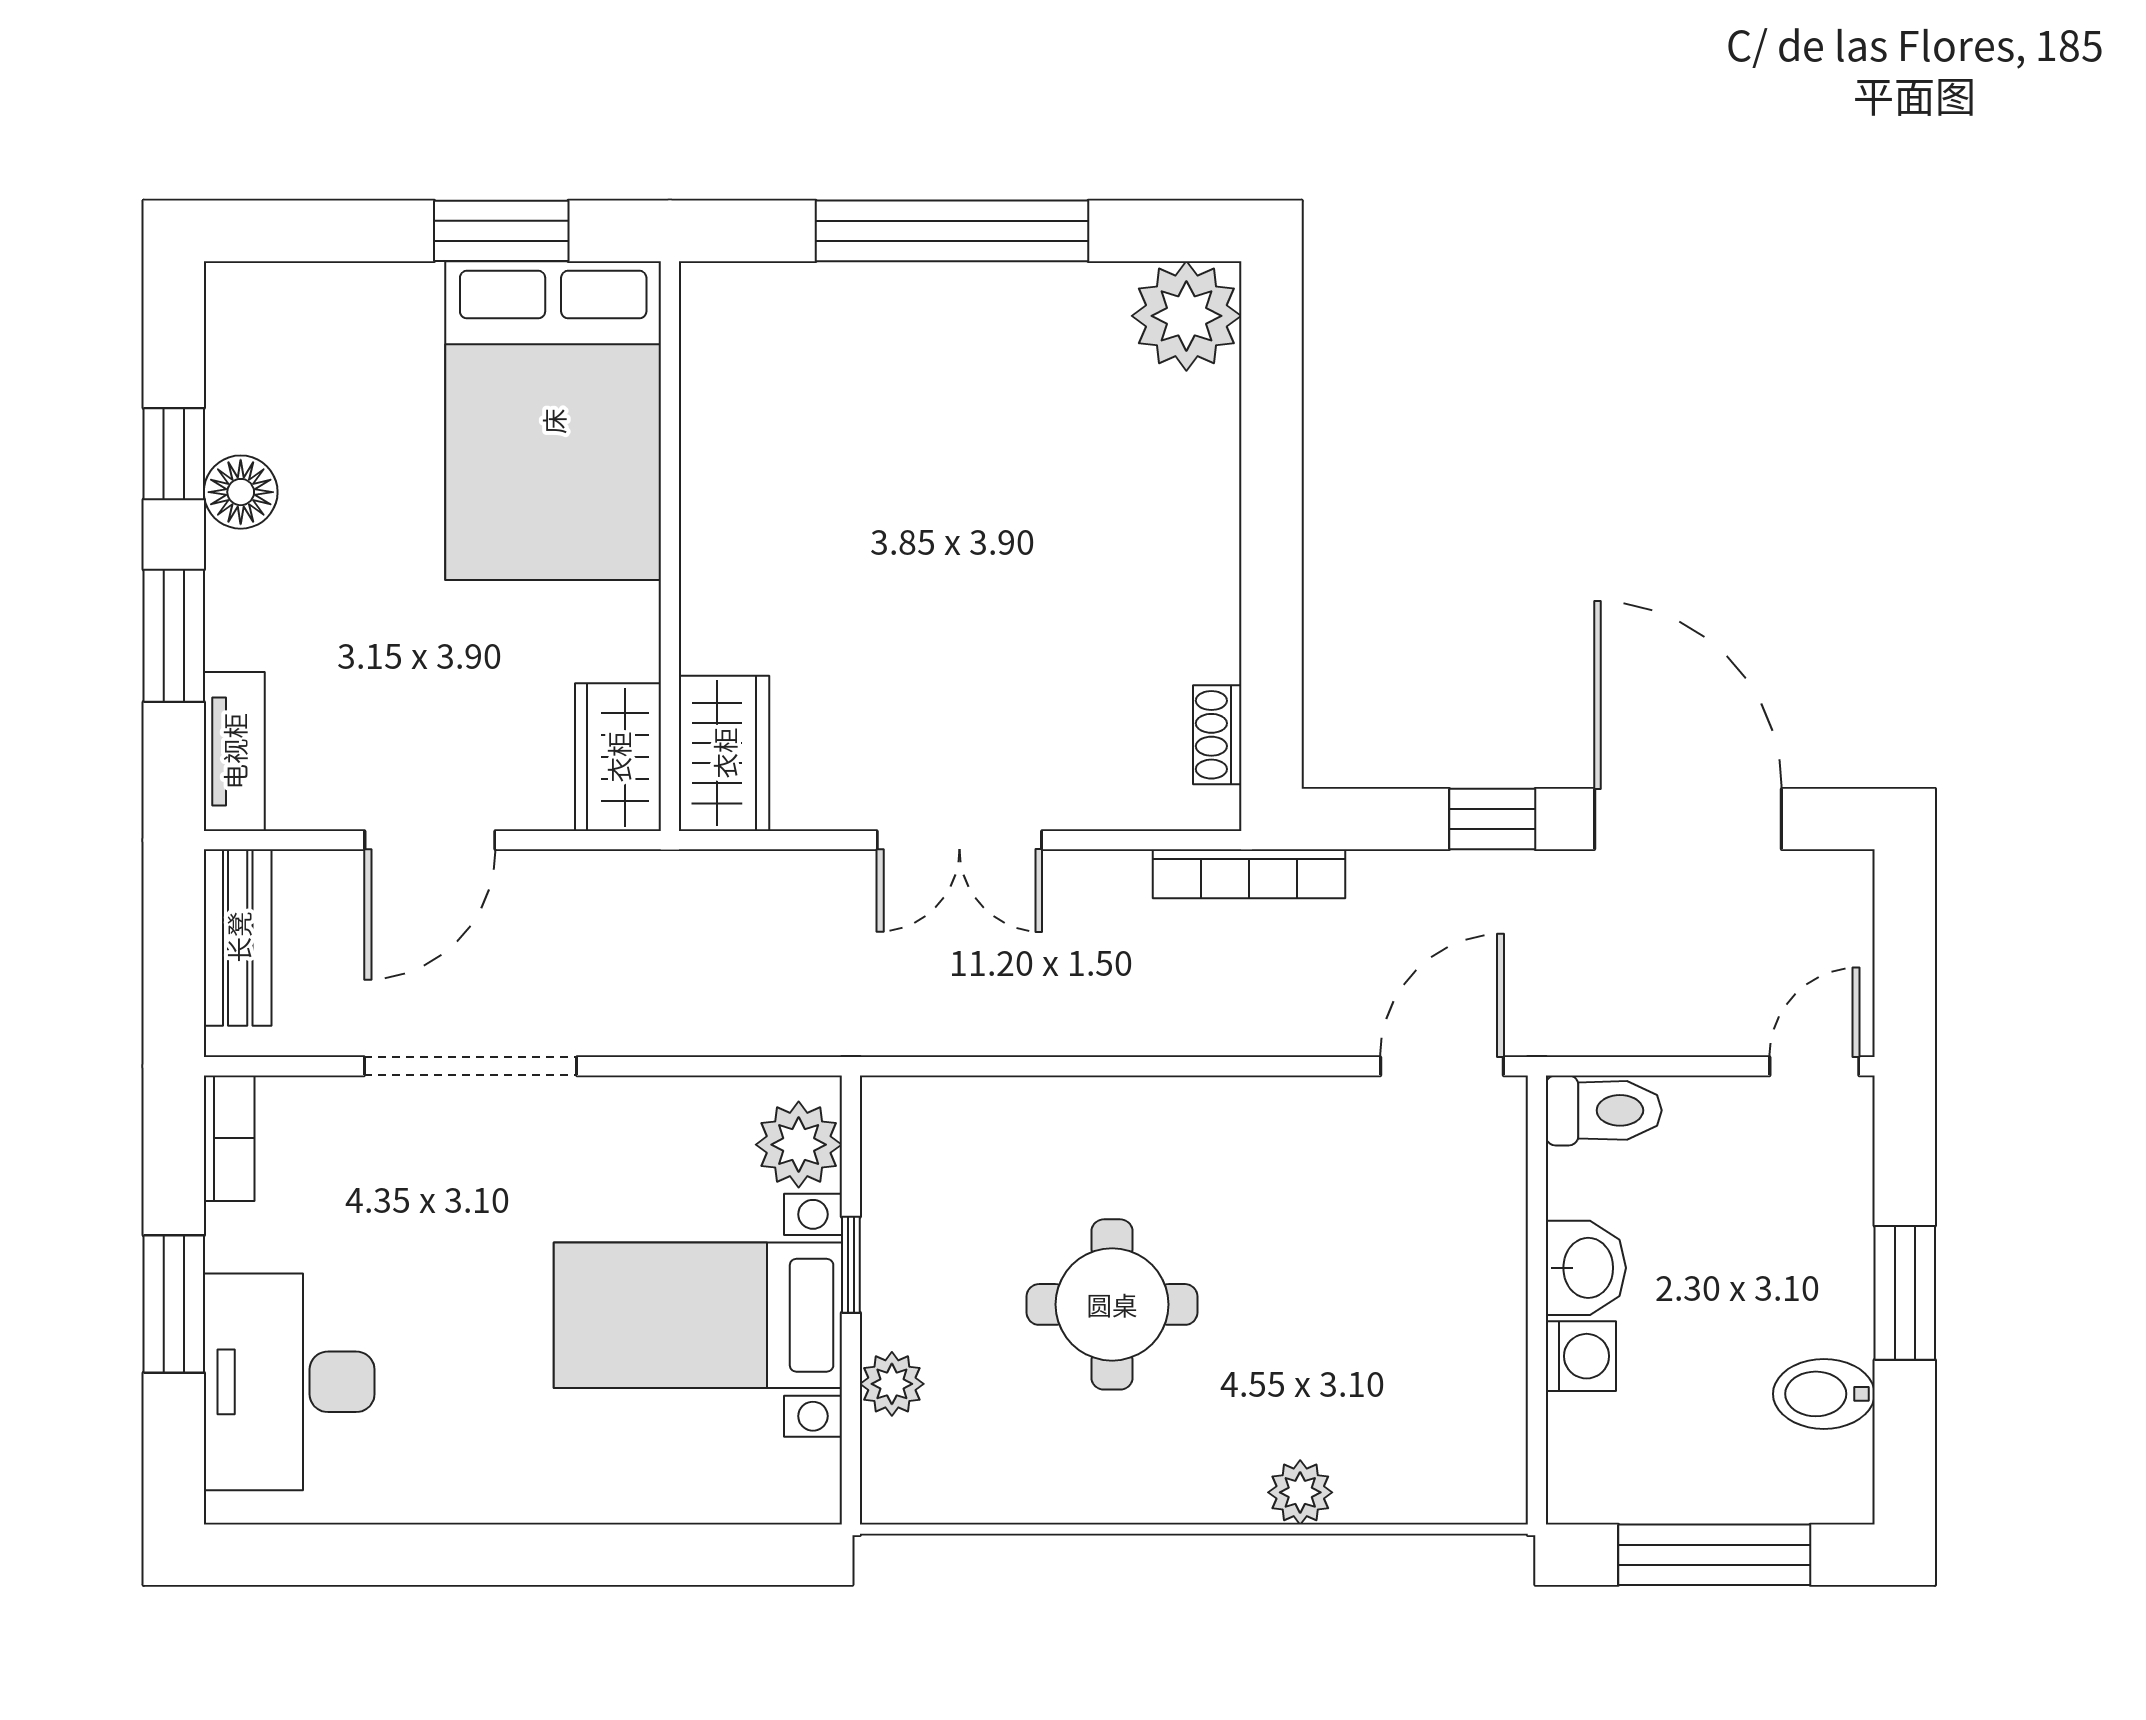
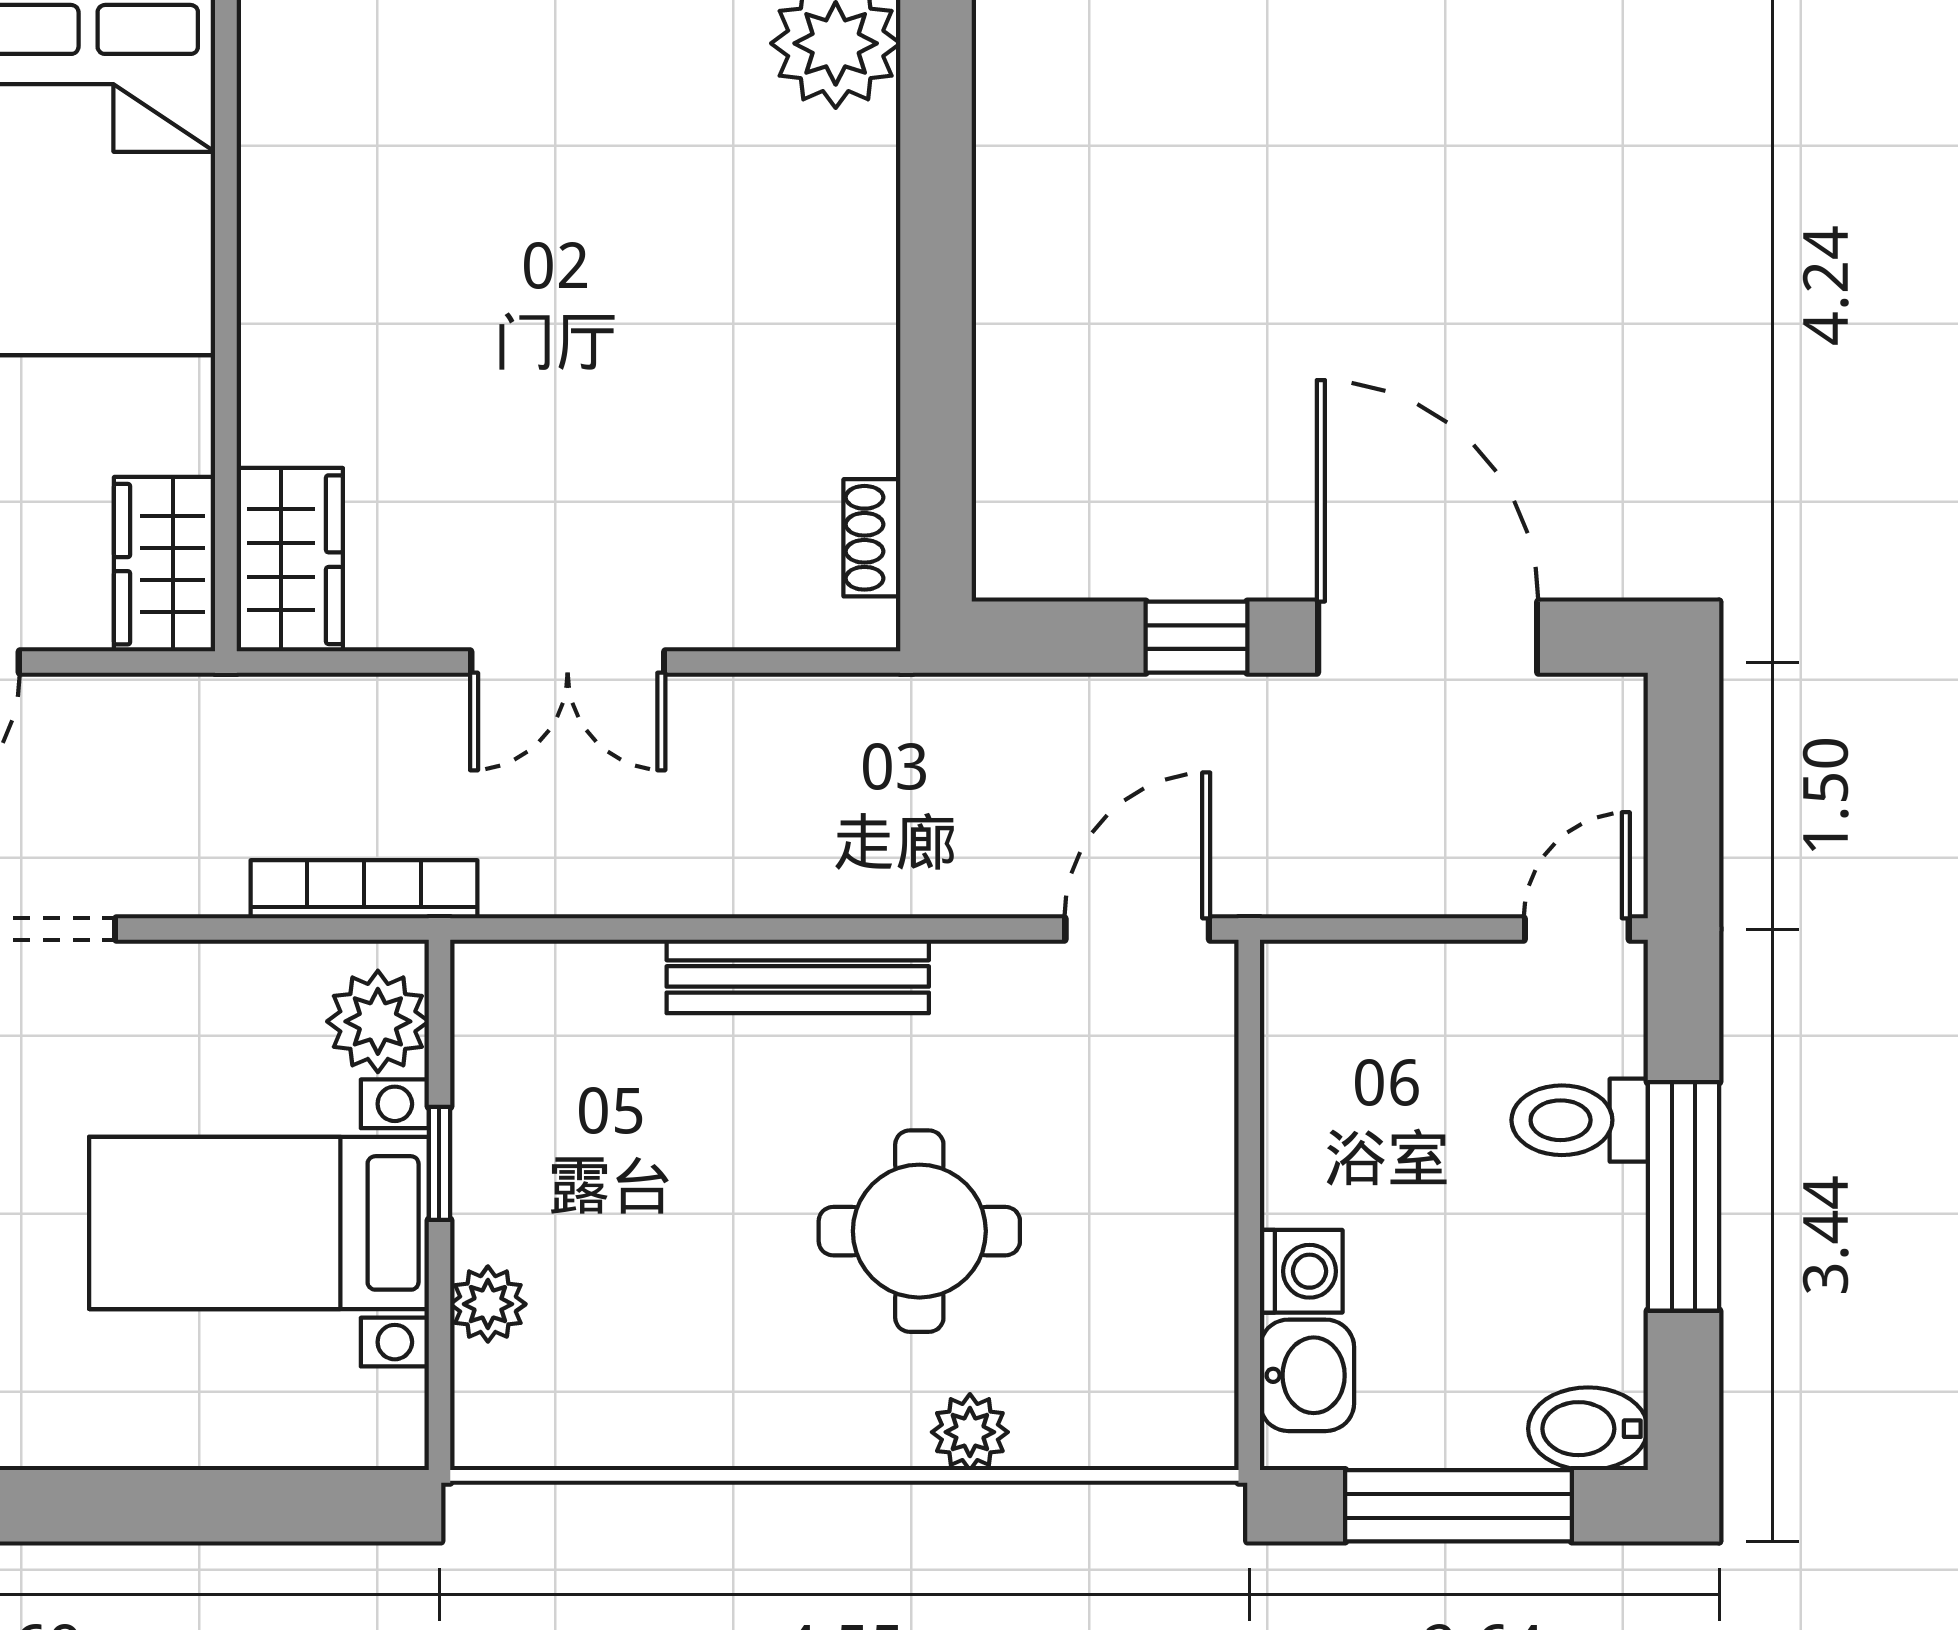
bookcase: (1249, 874) -> (364, 889), moved, turned 180
bench: (1154, 1106) -> (798, 976), added
toilet: (1604, 1110) -> (1580, 1120), moved, turned 180
washbasin: (1586, 1268) -> (1307, 1375), moved
window: (1905, 1293) -> (1684, 1196), width x1.44
round table: (1112, 1304) -> (919, 1231), moved
bidet: (1824, 1394) -> (1588, 1429), moved

